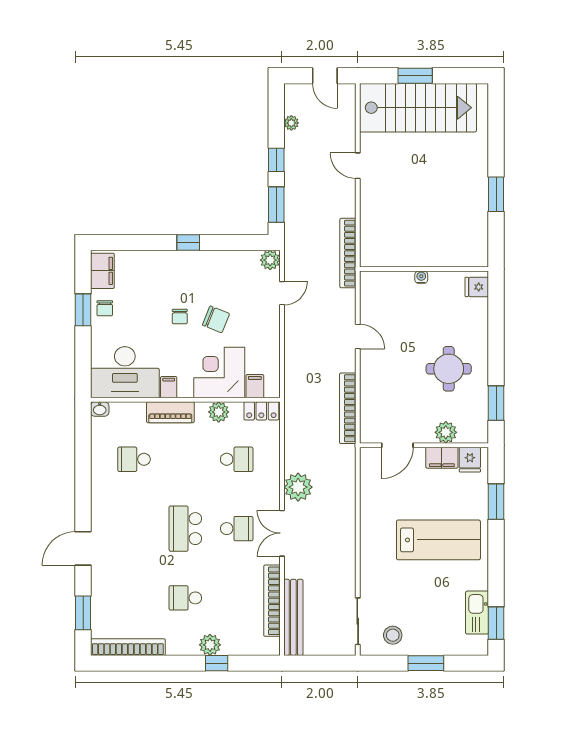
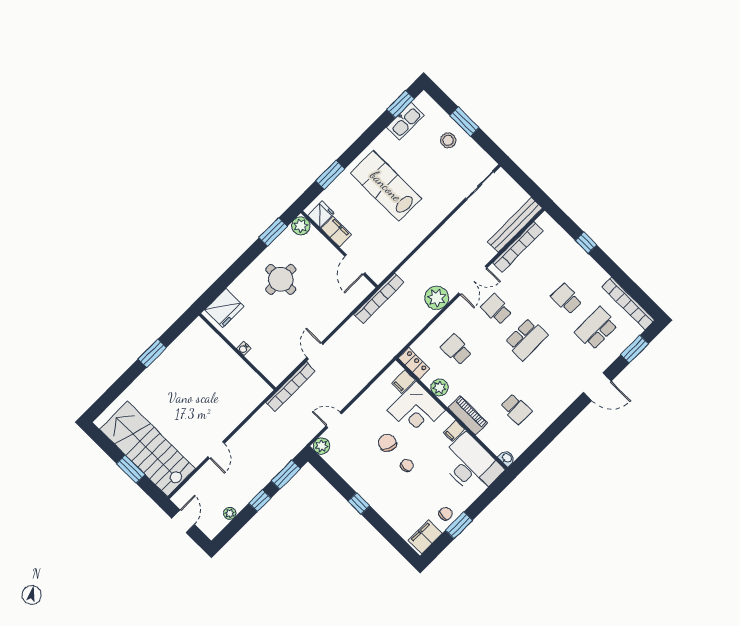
bookcase: (348, 253) -> (290, 387), moved
fridge: (477, 287) -> (224, 308), width x1.88, depth x1.34
bookcase: (348, 408) -> (379, 298), moved
plant: (446, 432) -> (301, 226), moved
door: (397, 445) -> (355, 265), swing flipped
school desk: (134, 598) -> (596, 328), added
school desk: (185, 598) -> (566, 299), turned 180
stool: (393, 635) -> (448, 140), moved
plant: (210, 645) -> (579, 257), removed

